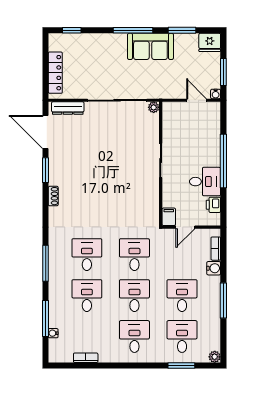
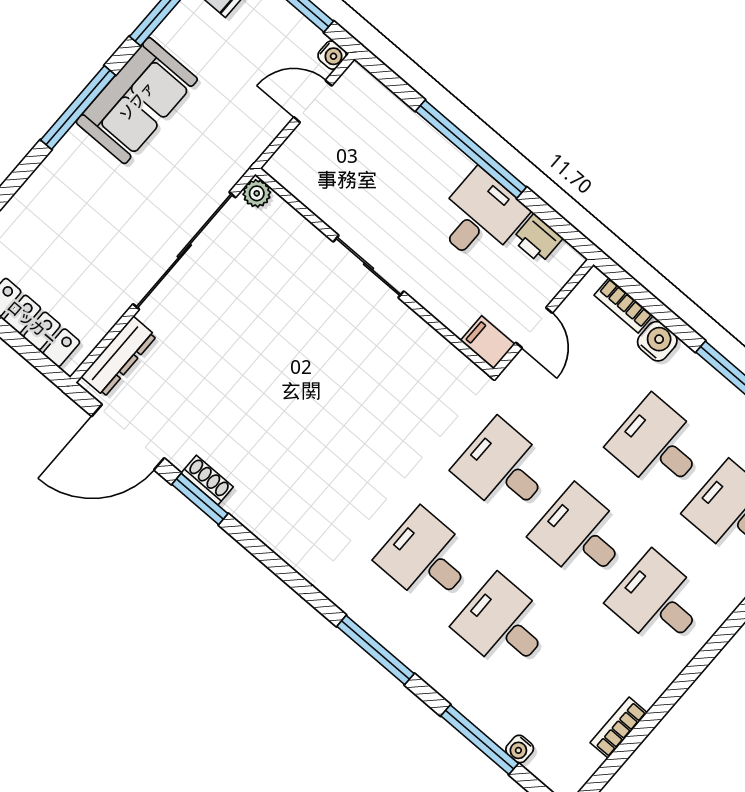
shoe rack: (53, 196) -> (207, 480), moved

